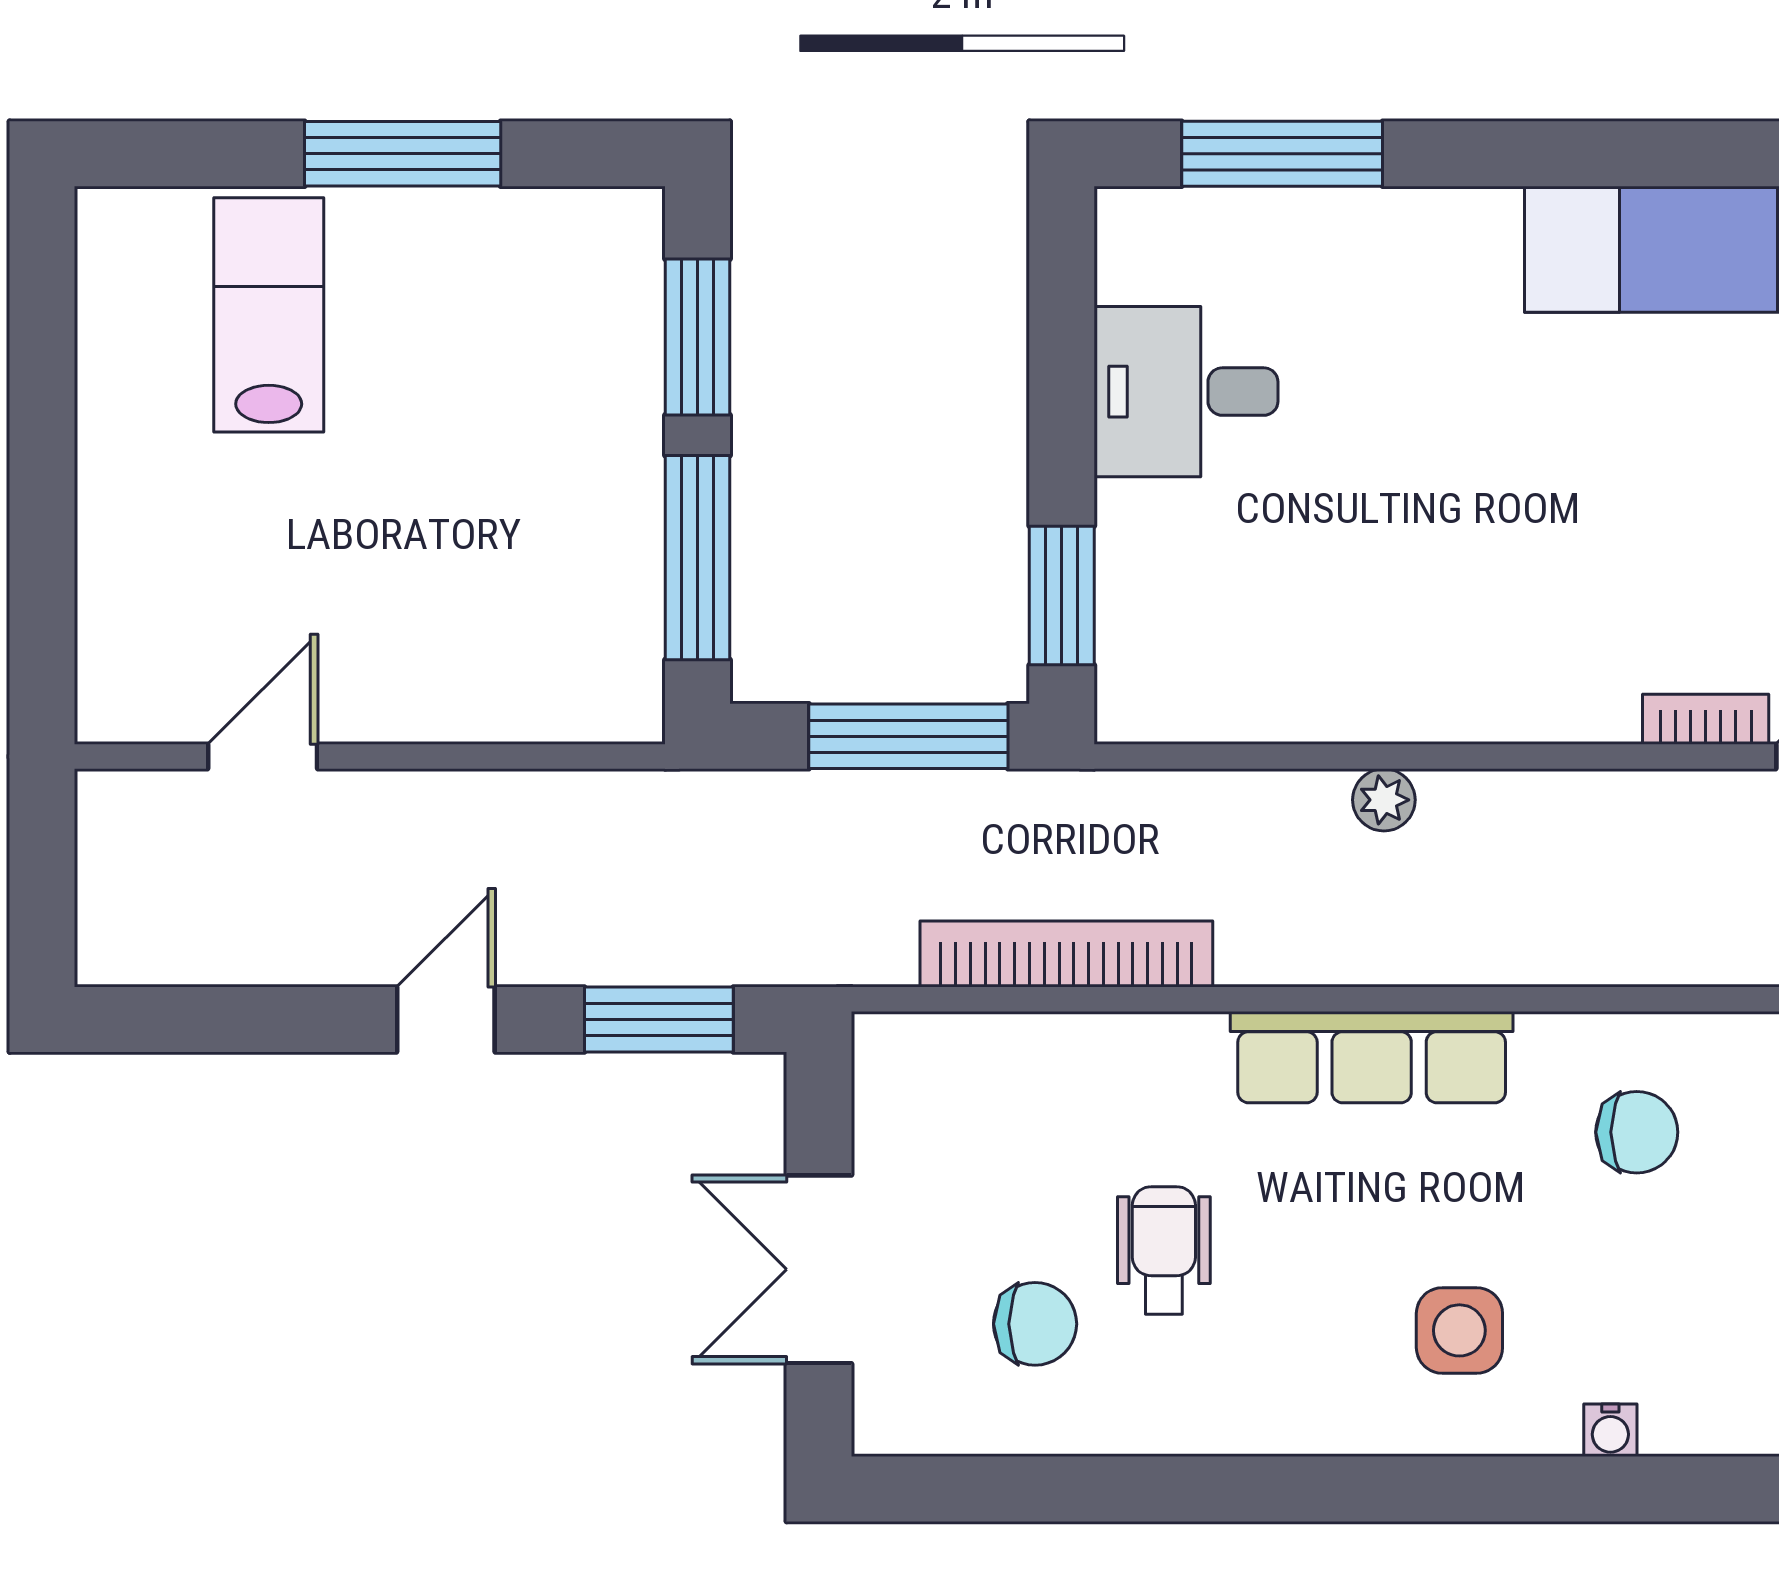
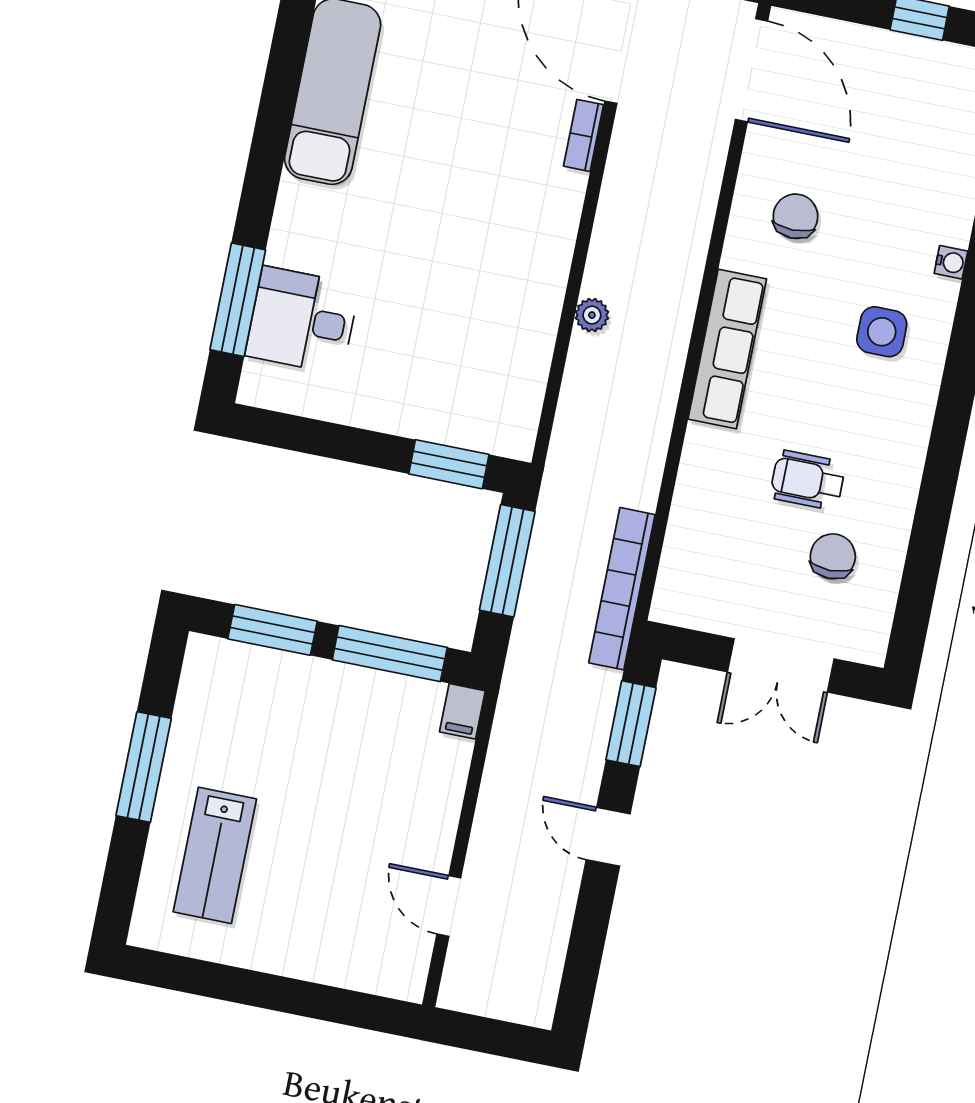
lab bench: (269, 315) -> (215, 855), turned -90
desk: (1186, 392) -> (302, 320), moved, turned 90
filing cabinet: (620, 710) -> (462, 711), added
bookcase: (1066, 954) -> (622, 589), moved

